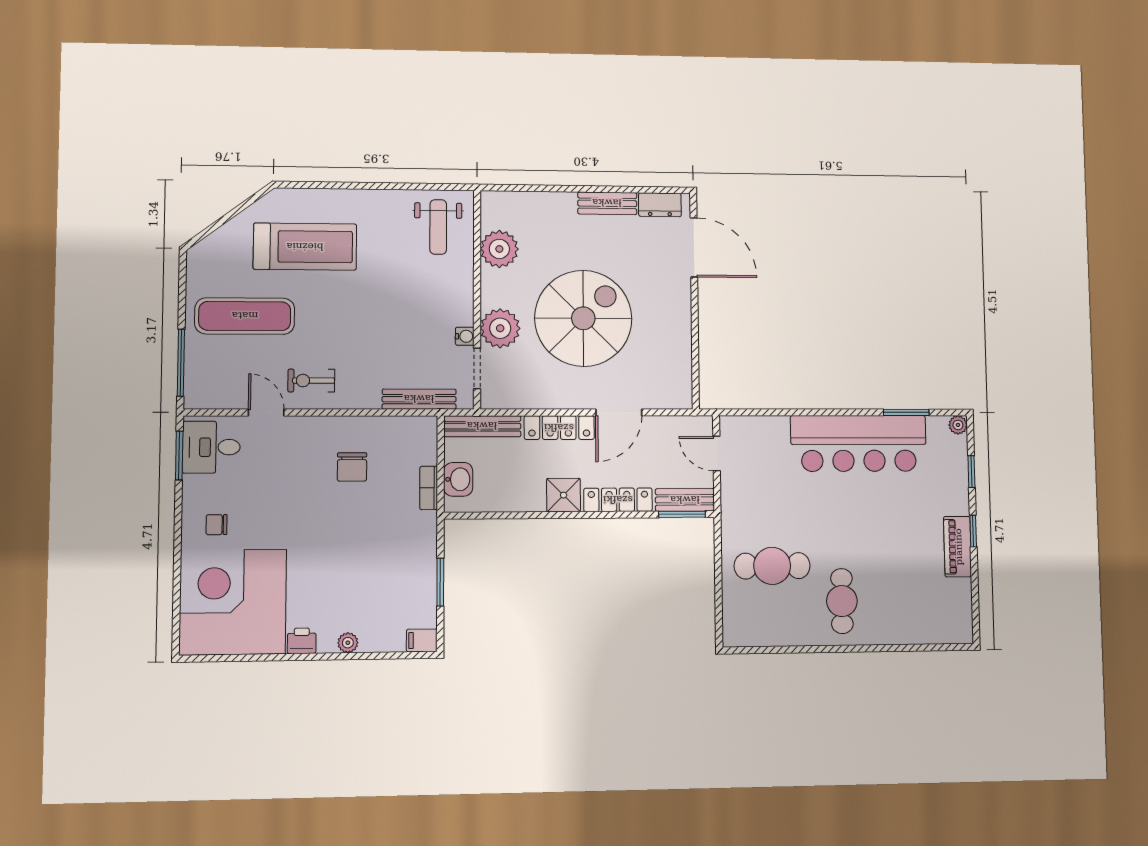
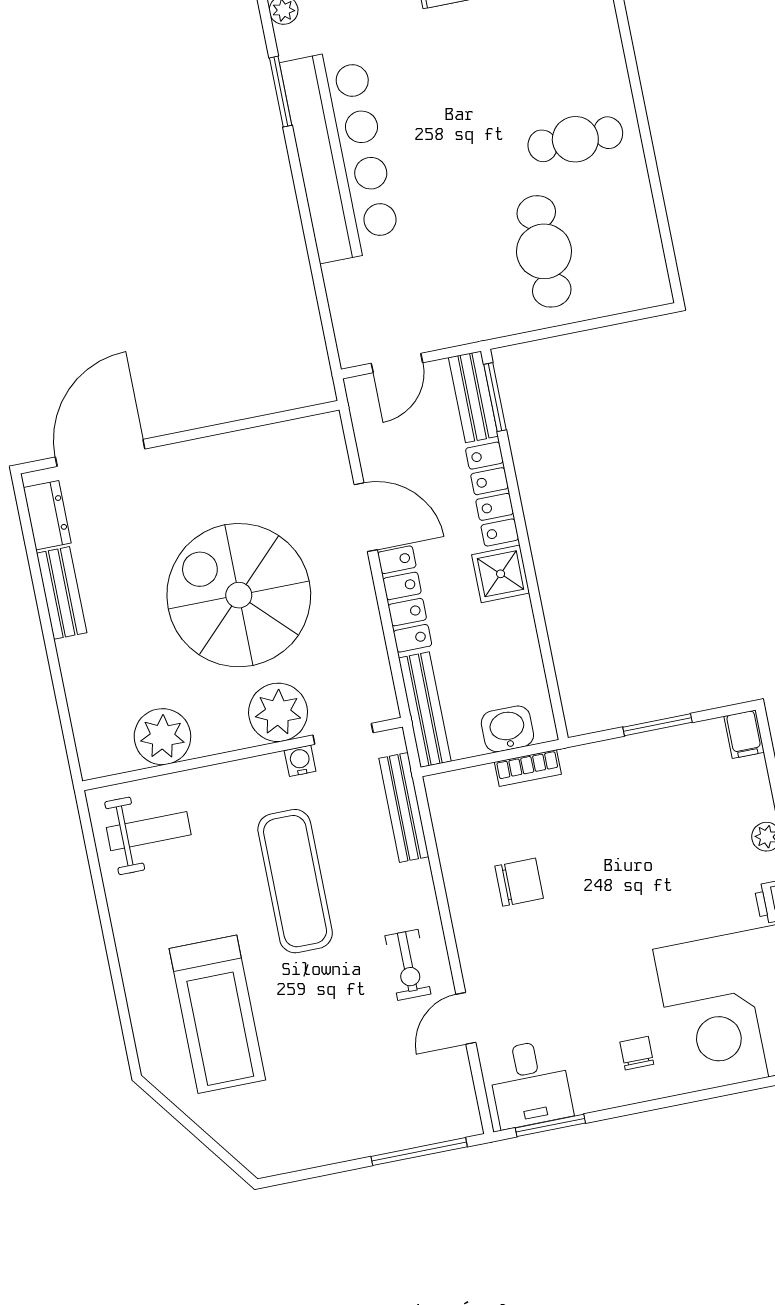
treadmill: (305, 247) -> (217, 1014), turned 180
exercise mat: (245, 316) -> (295, 881), moved
chair: (217, 525) -> (637, 1053), turned 180

